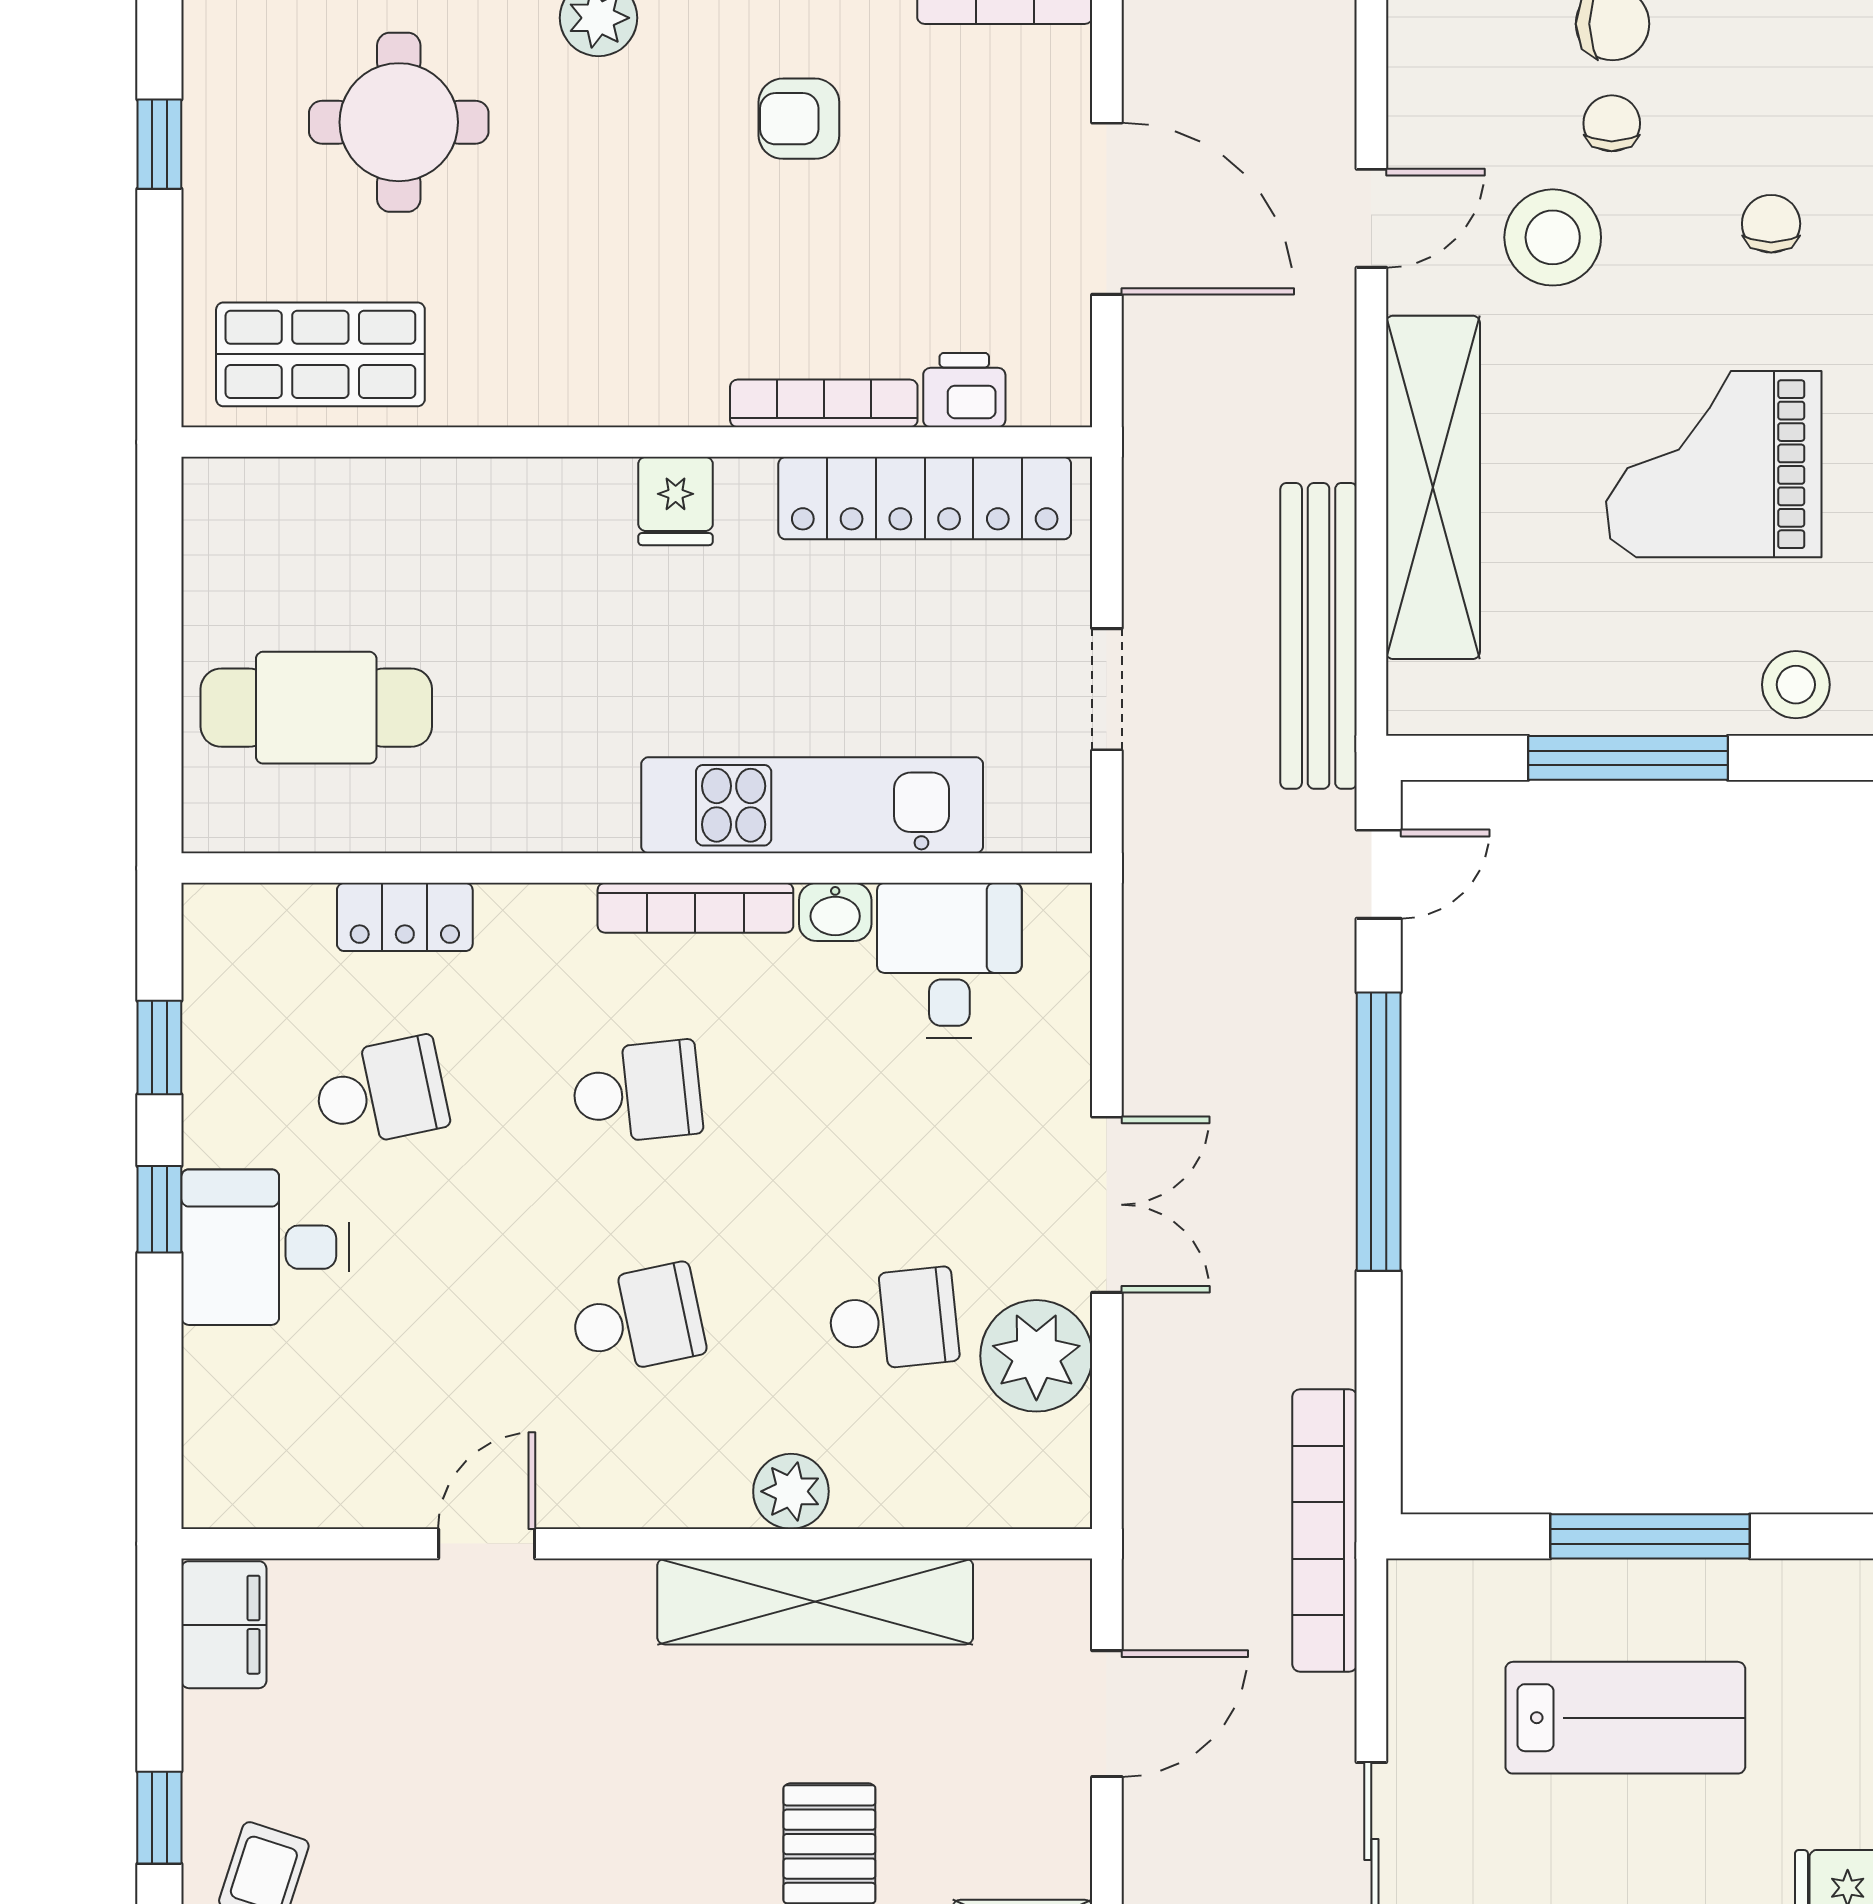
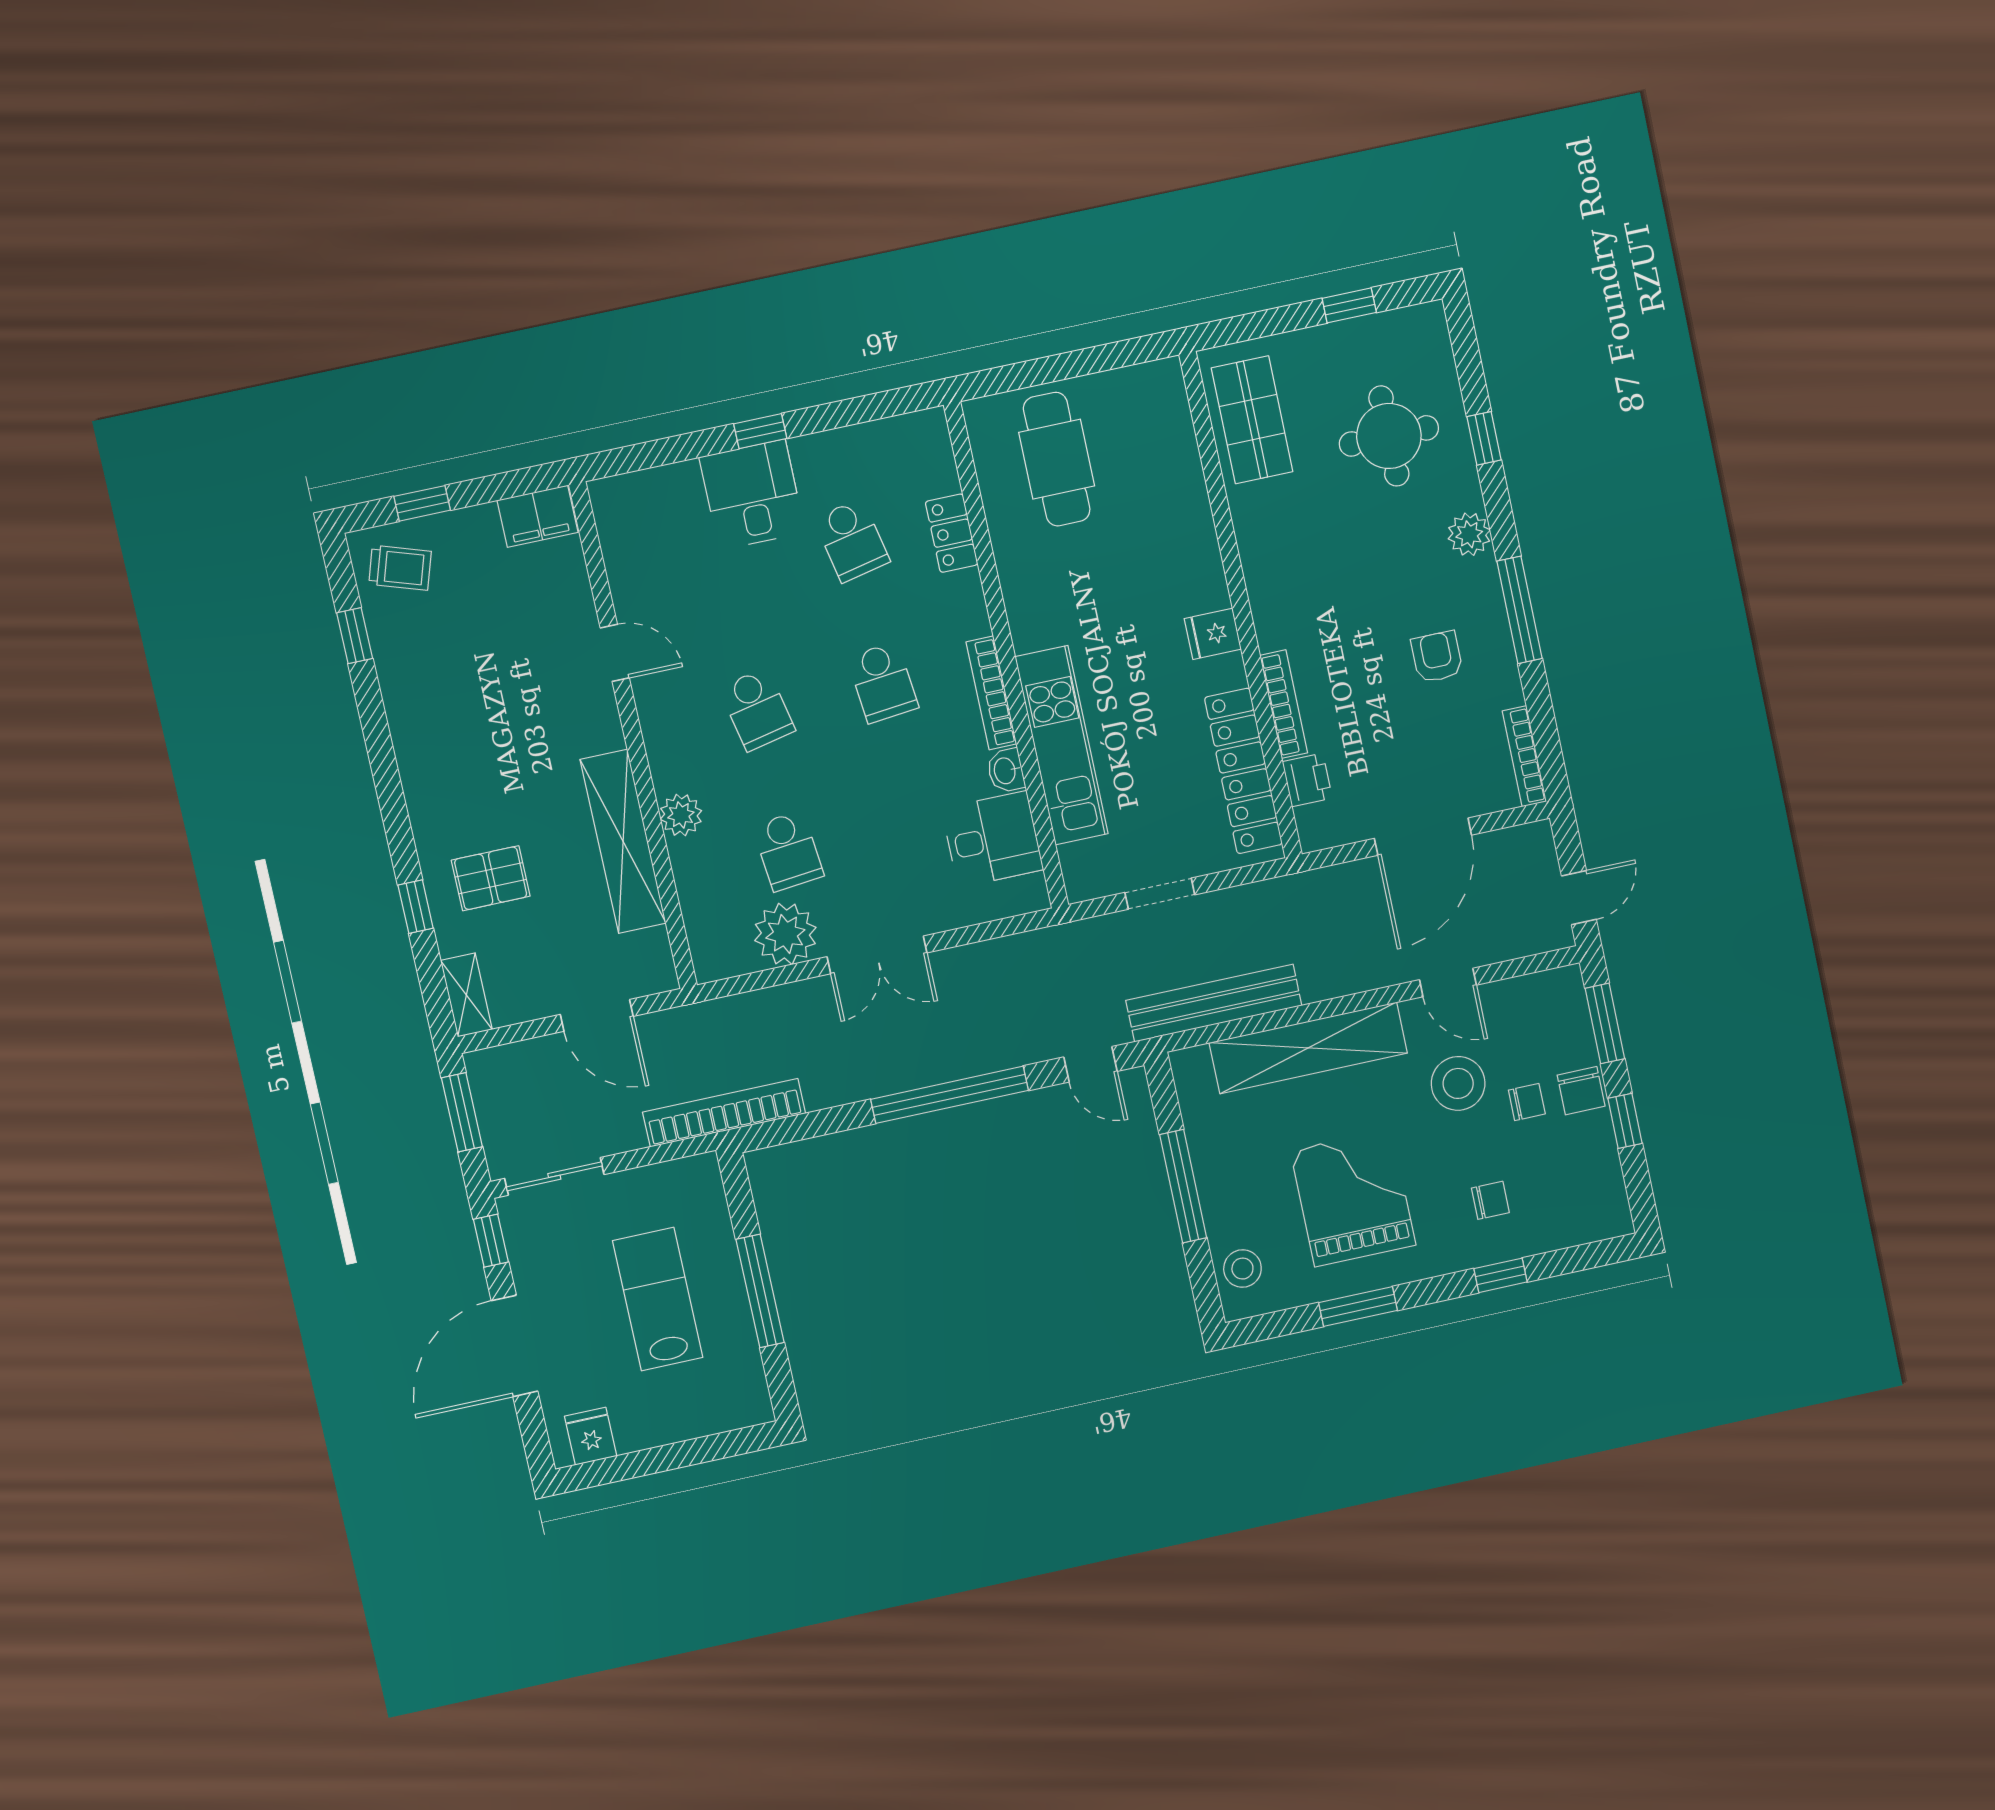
window: (159, 1048) -> (850, 412), removed
lab bench: (1625, 1718) -> (658, 1299), turned 180

